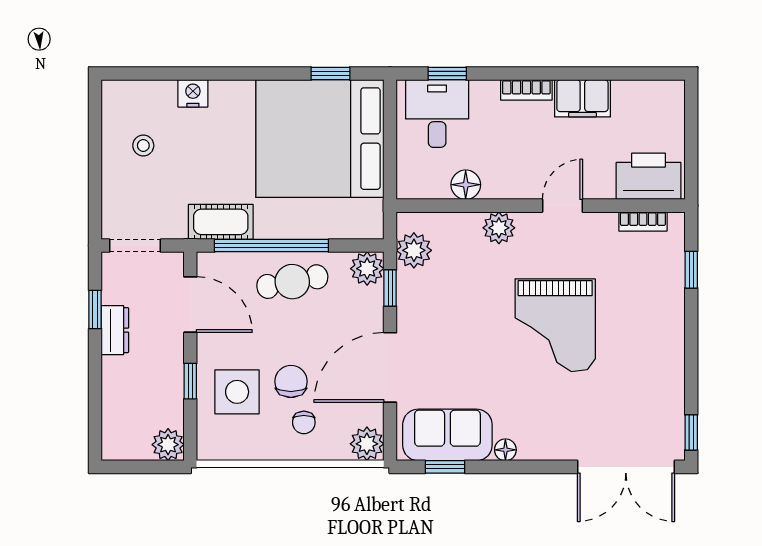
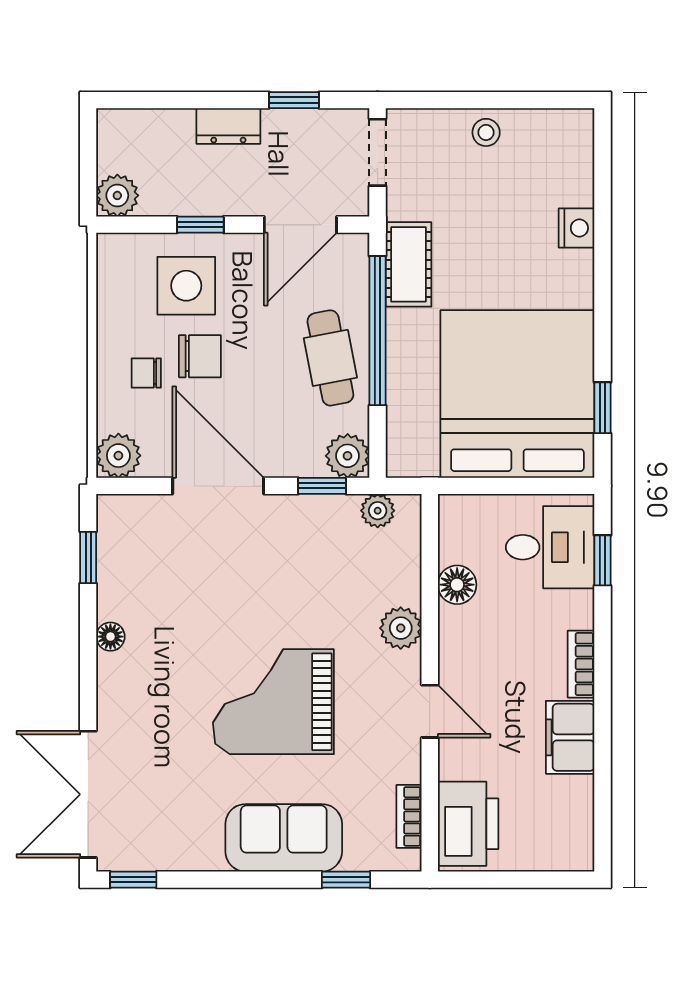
stool: (143, 145) -> (486, 132), moved
plant: (414, 250) -> (378, 511), width x0.73, depth x0.73
dresser: (115, 330) -> (228, 126), moved
sofa: (447, 435) -> (284, 838), moved, turned -90

